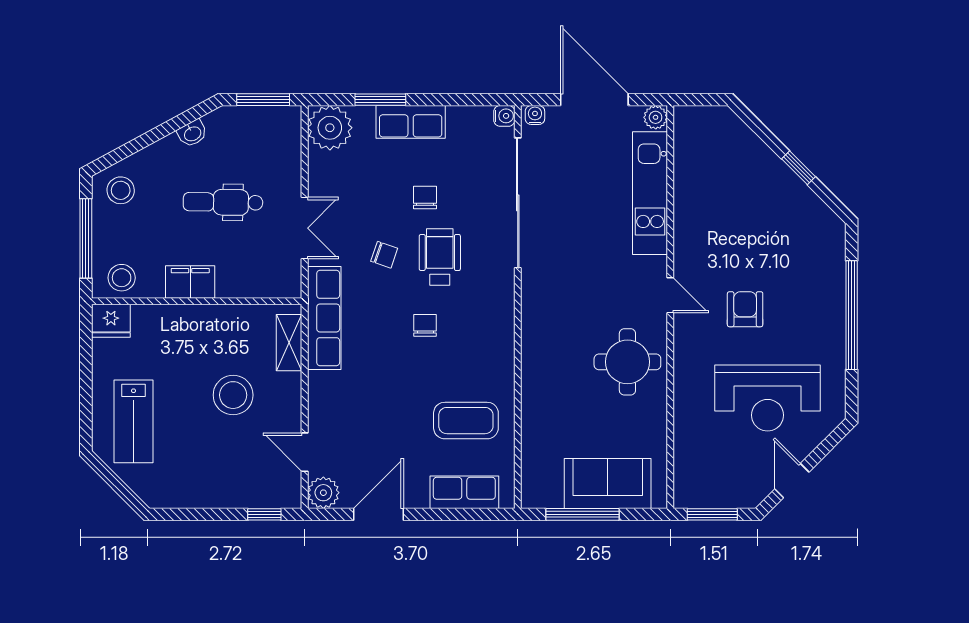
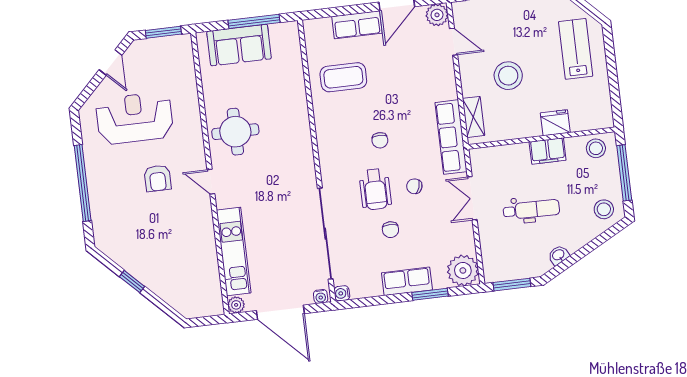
fridge: (111, 321) -> (555, 123), moved
row of seats: (464, 492) -> (357, 25), moved

